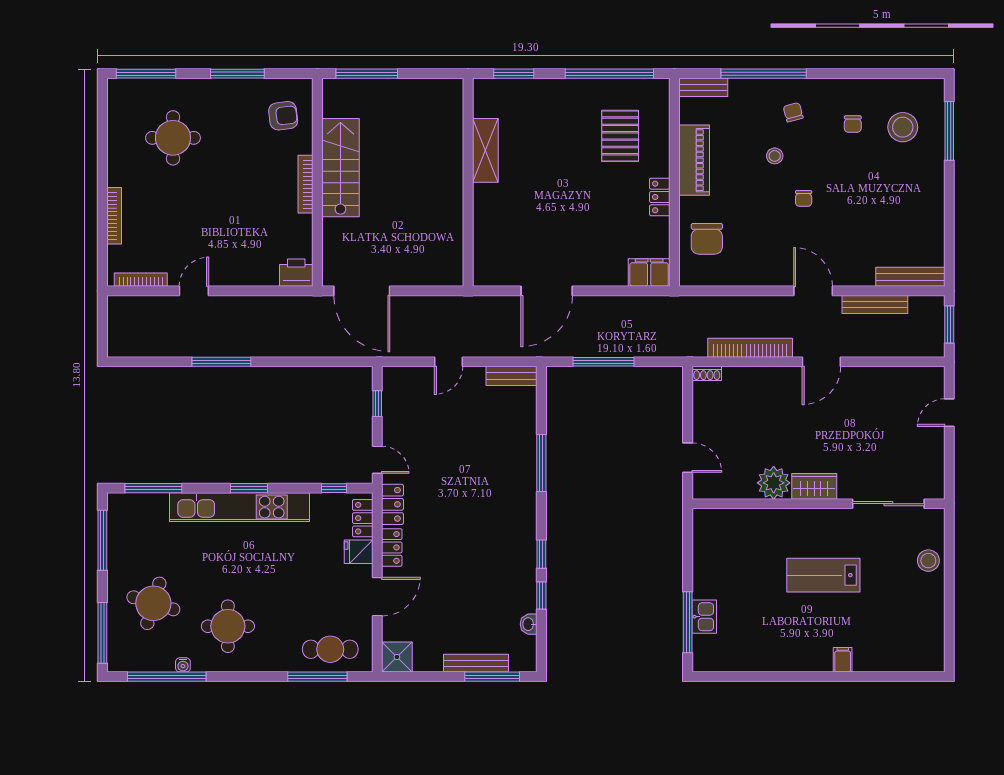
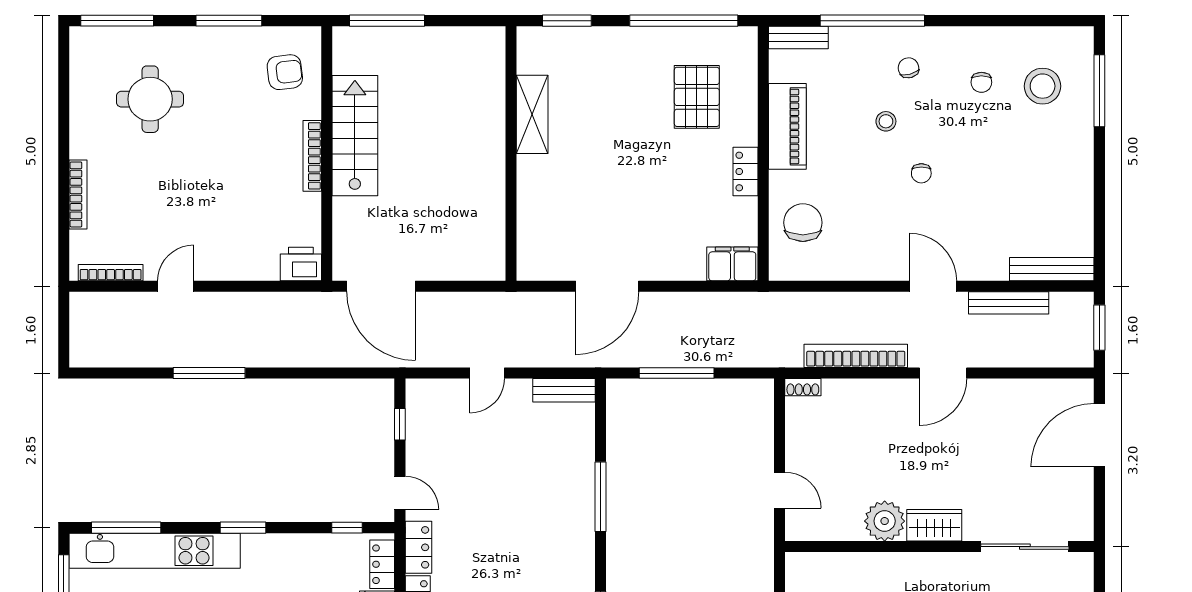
chair: (707, 239) -> (803, 223), turned 180
door: (949, 413) -> (1099, 435), width x1.88
kitchen unit: (240, 507) -> (155, 551), moved

